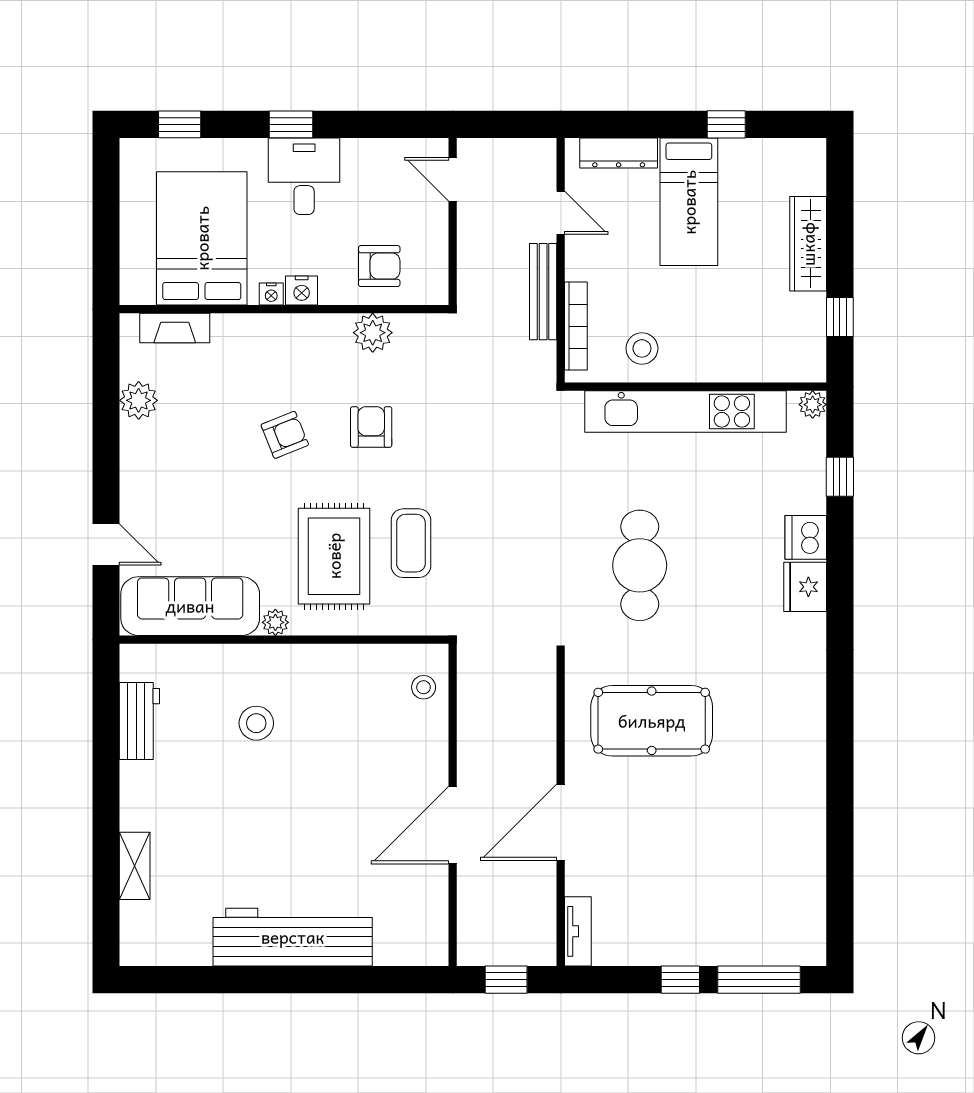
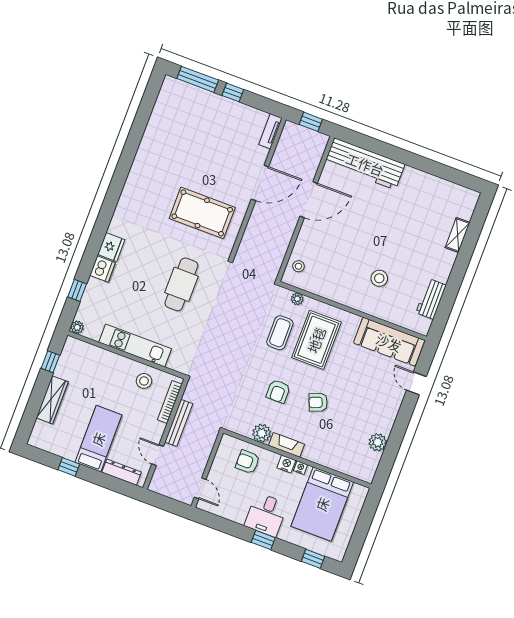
fireplace: (175, 328) -> (286, 445), moved
kitchen unit: (686, 412) -> (135, 345), width x0.73
plant: (275, 622) -> (297, 299), moved
workbench: (293, 937) -> (365, 164), moved

